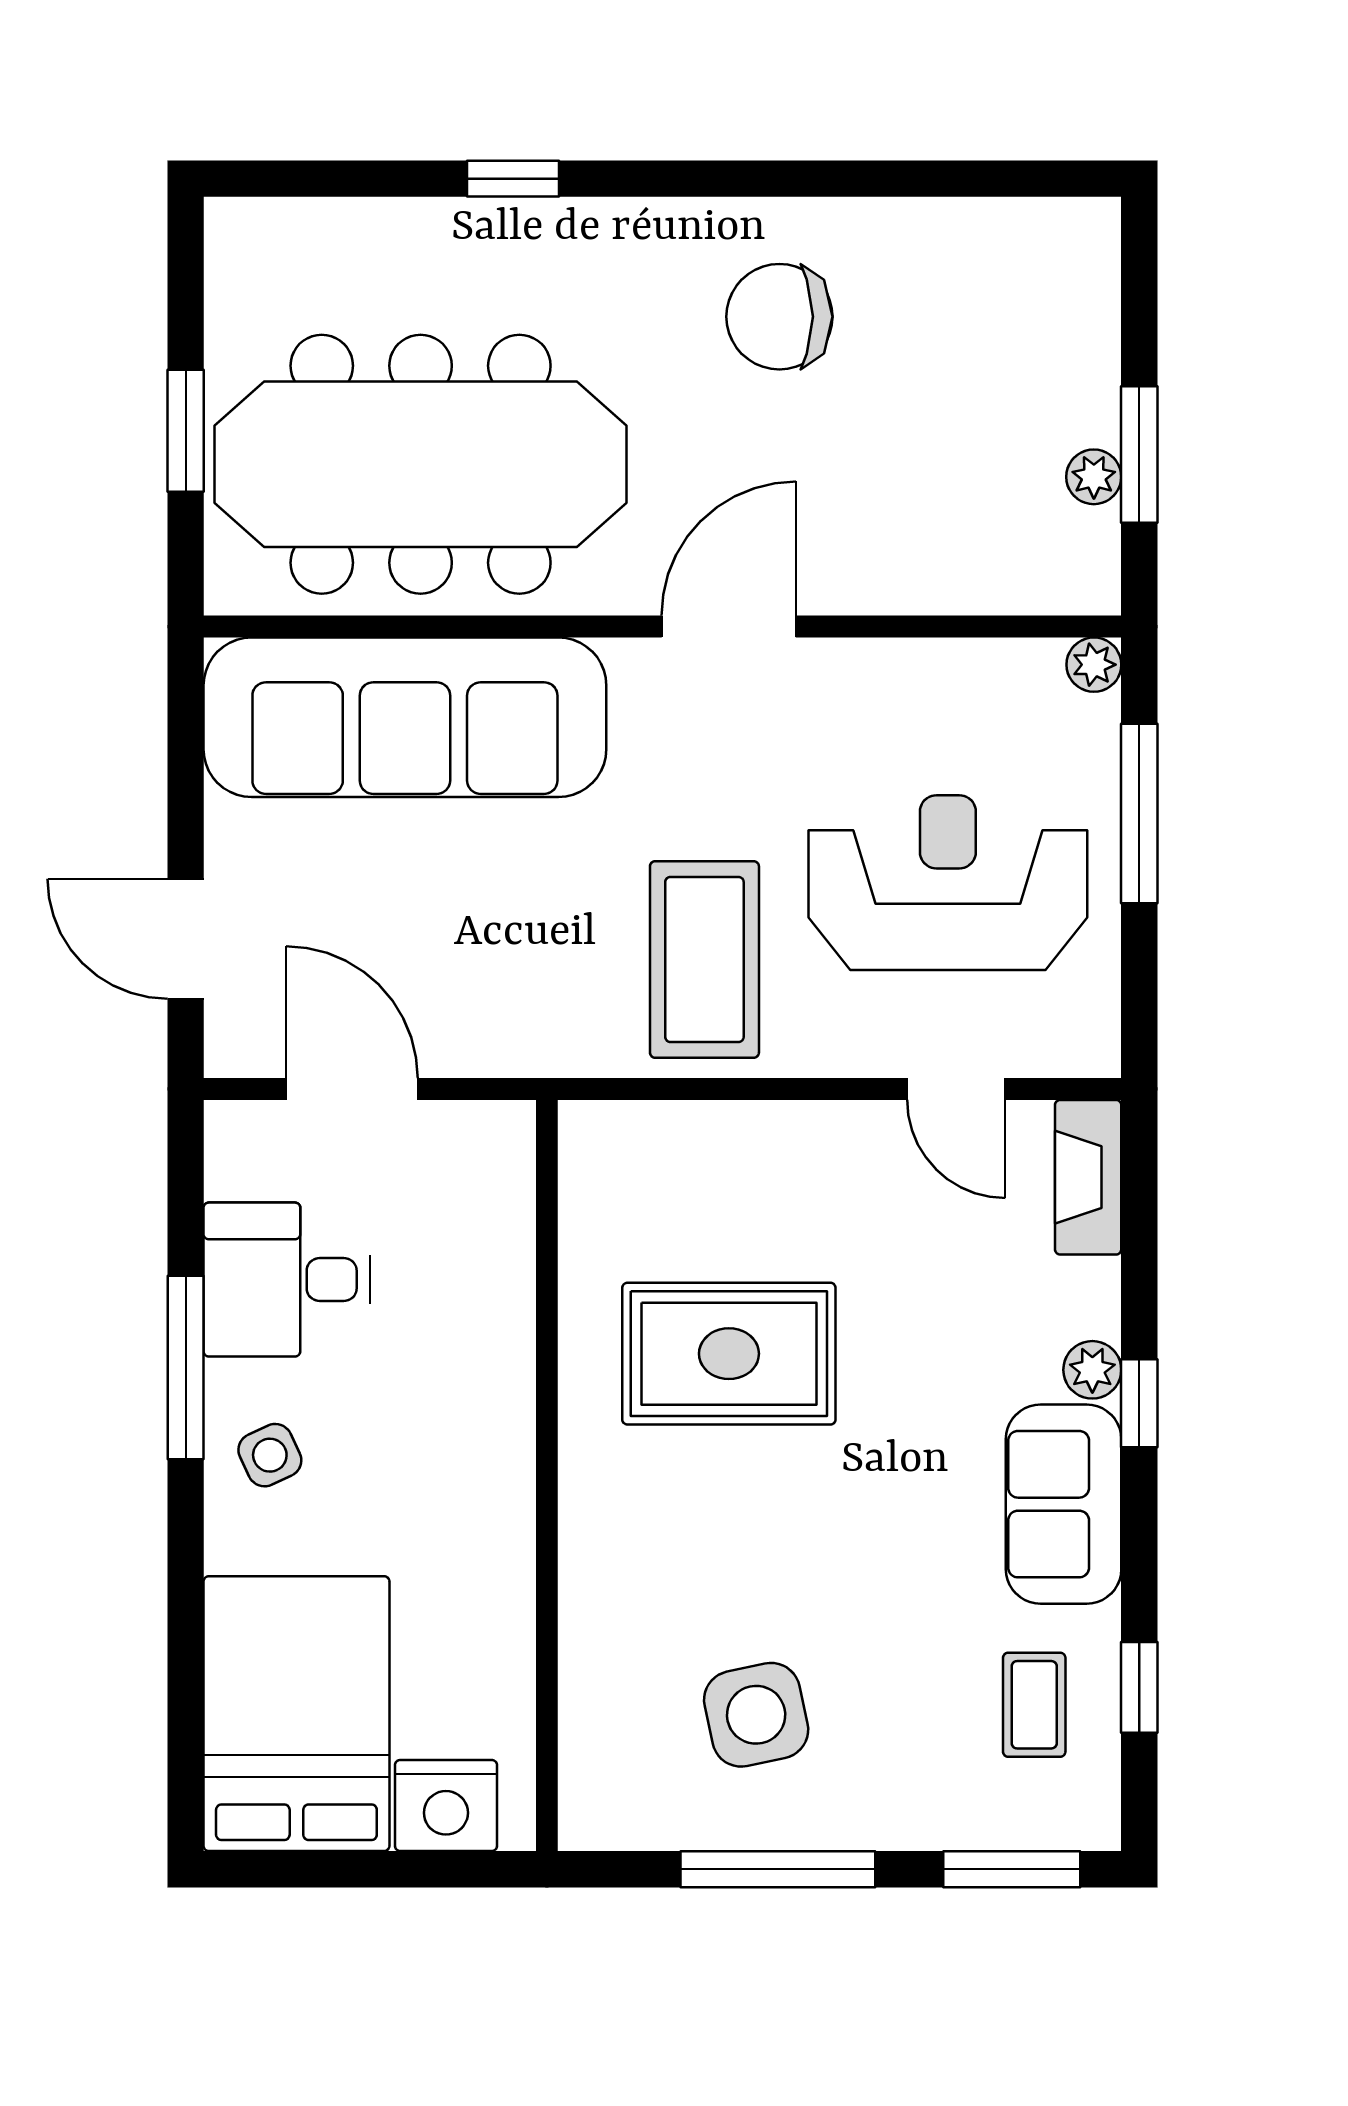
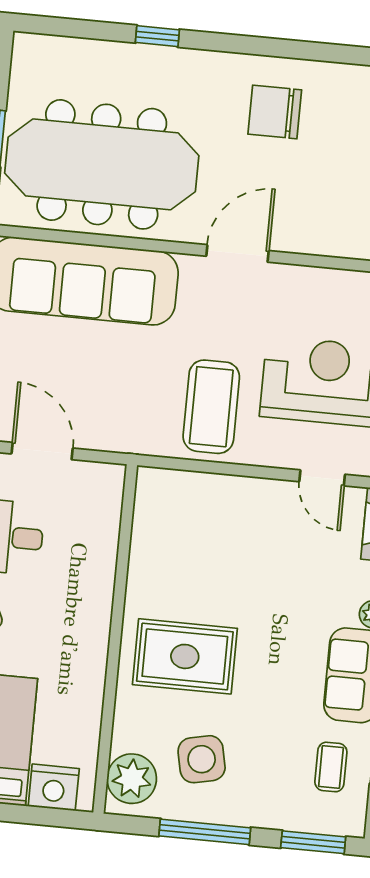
rug: (729, 1354) -> (185, 656), moved
plant: (611, 1771) -> (132, 779), added

